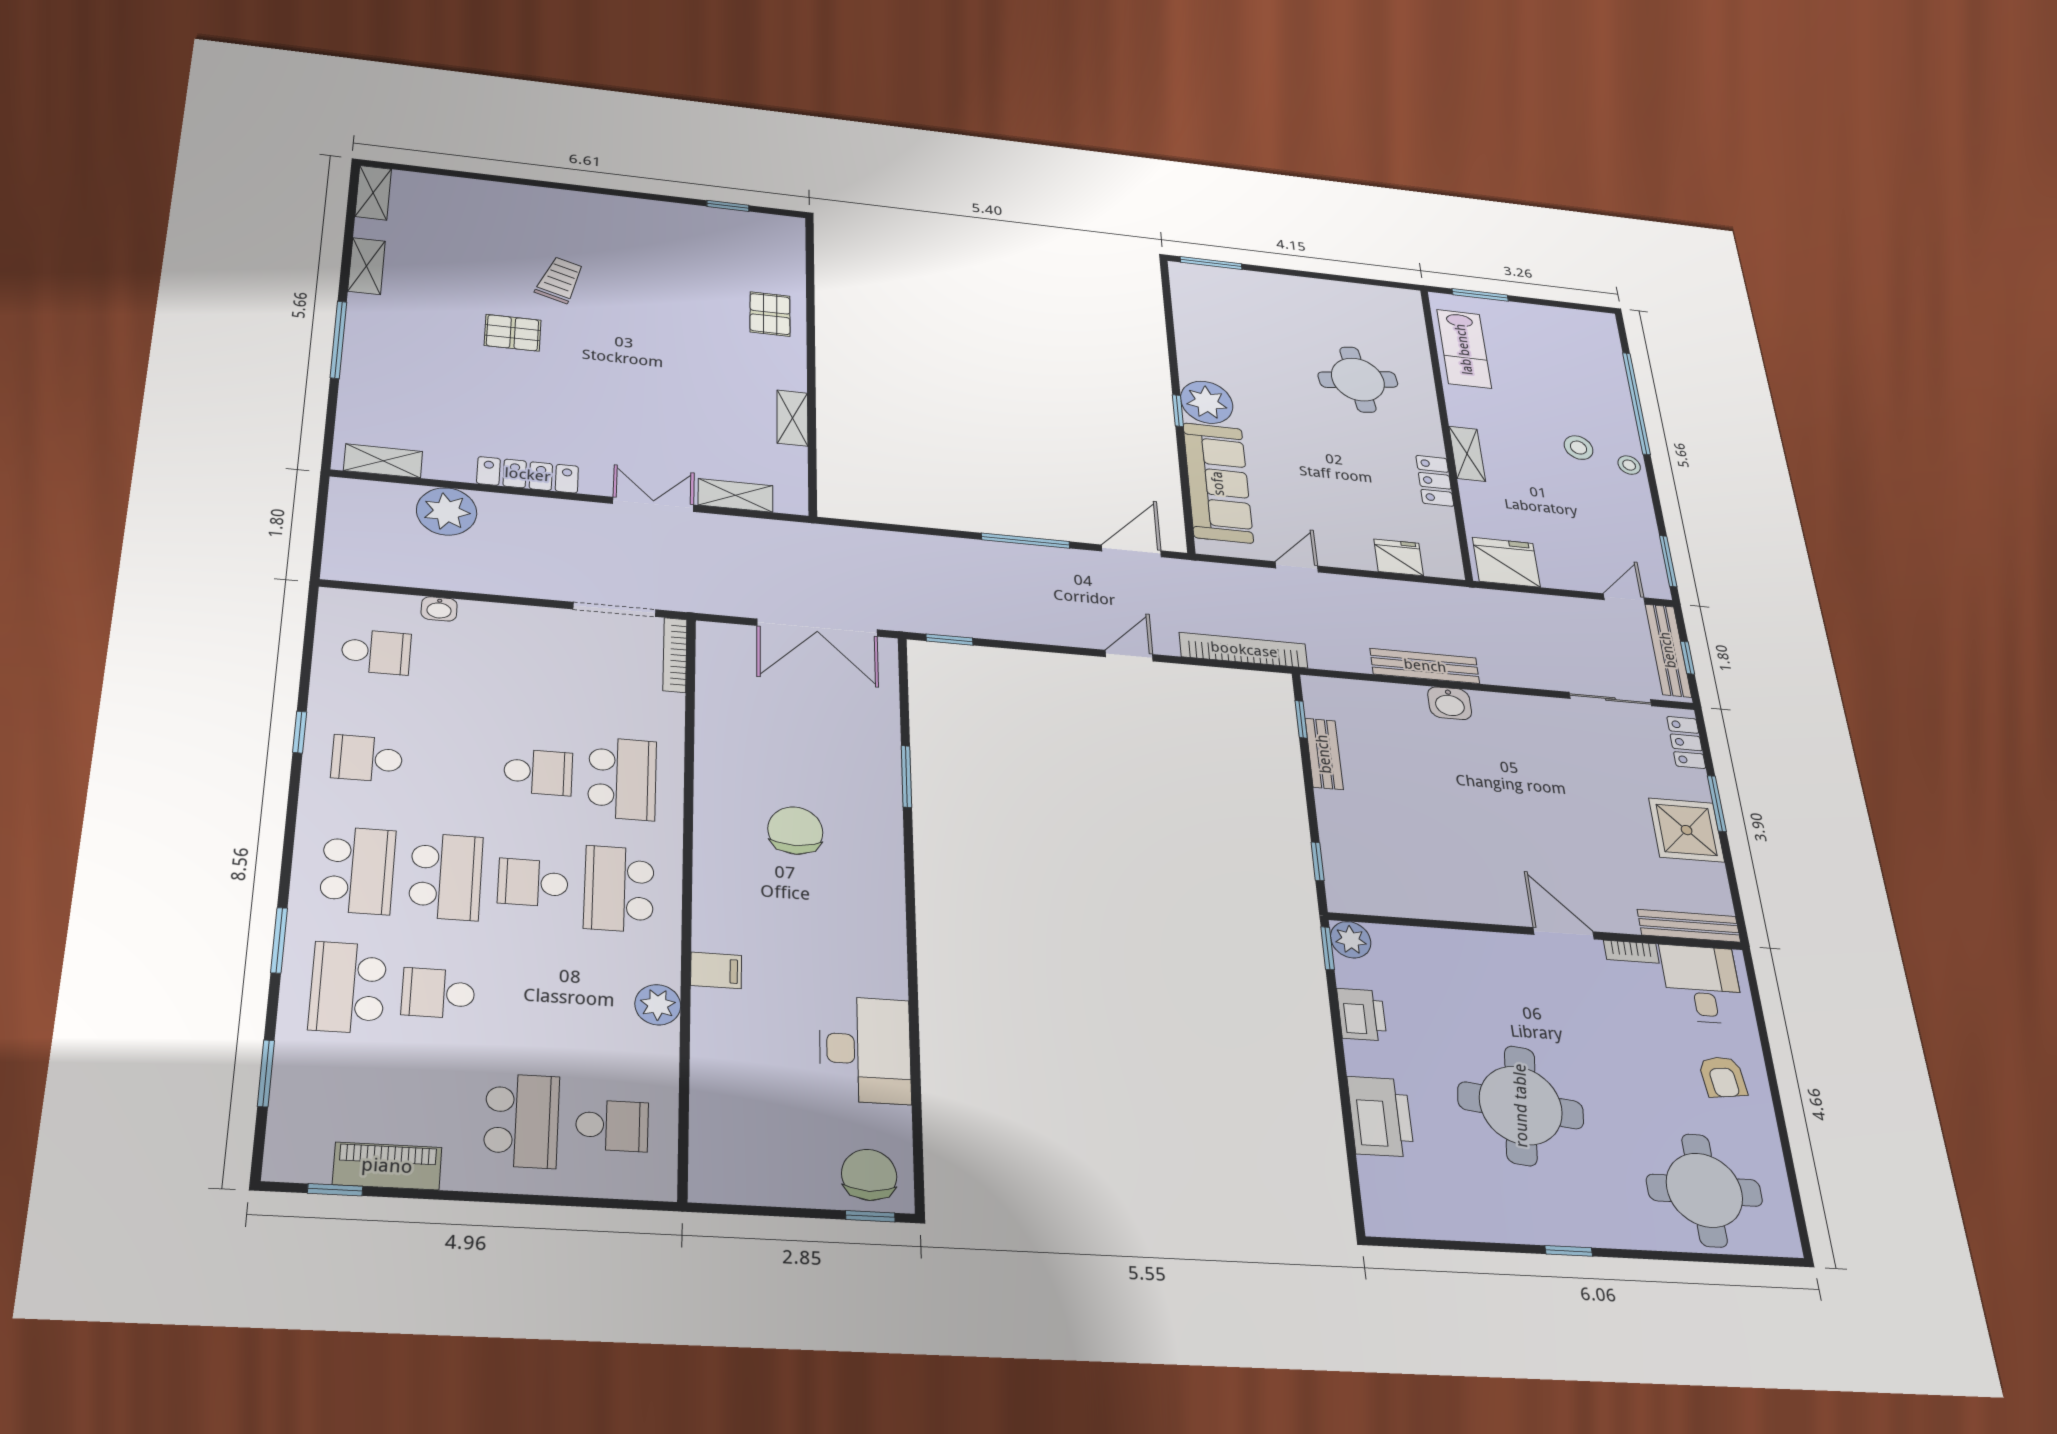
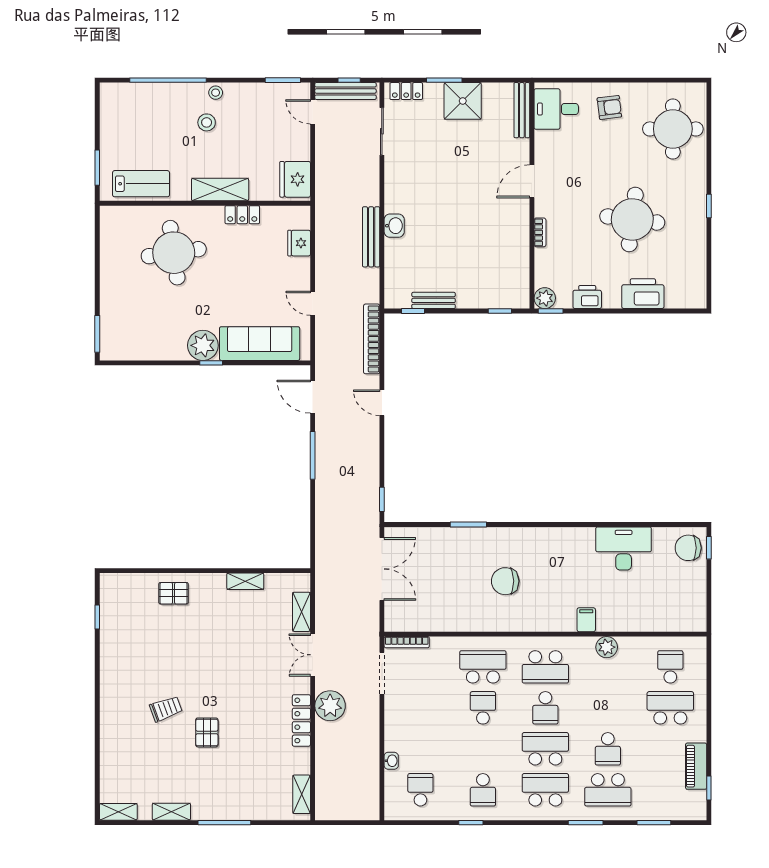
trolley: (560, 280) -> (166, 709), turned 142
round table: (1358, 380) -> (174, 253), width x1.36, depth x1.36
shelving: (1467, 454) -> (220, 190), width x1.50, depth x1.33
plant: (447, 511) -> (330, 706), moved
bookcase: (1631, 952) -> (540, 232), moved

